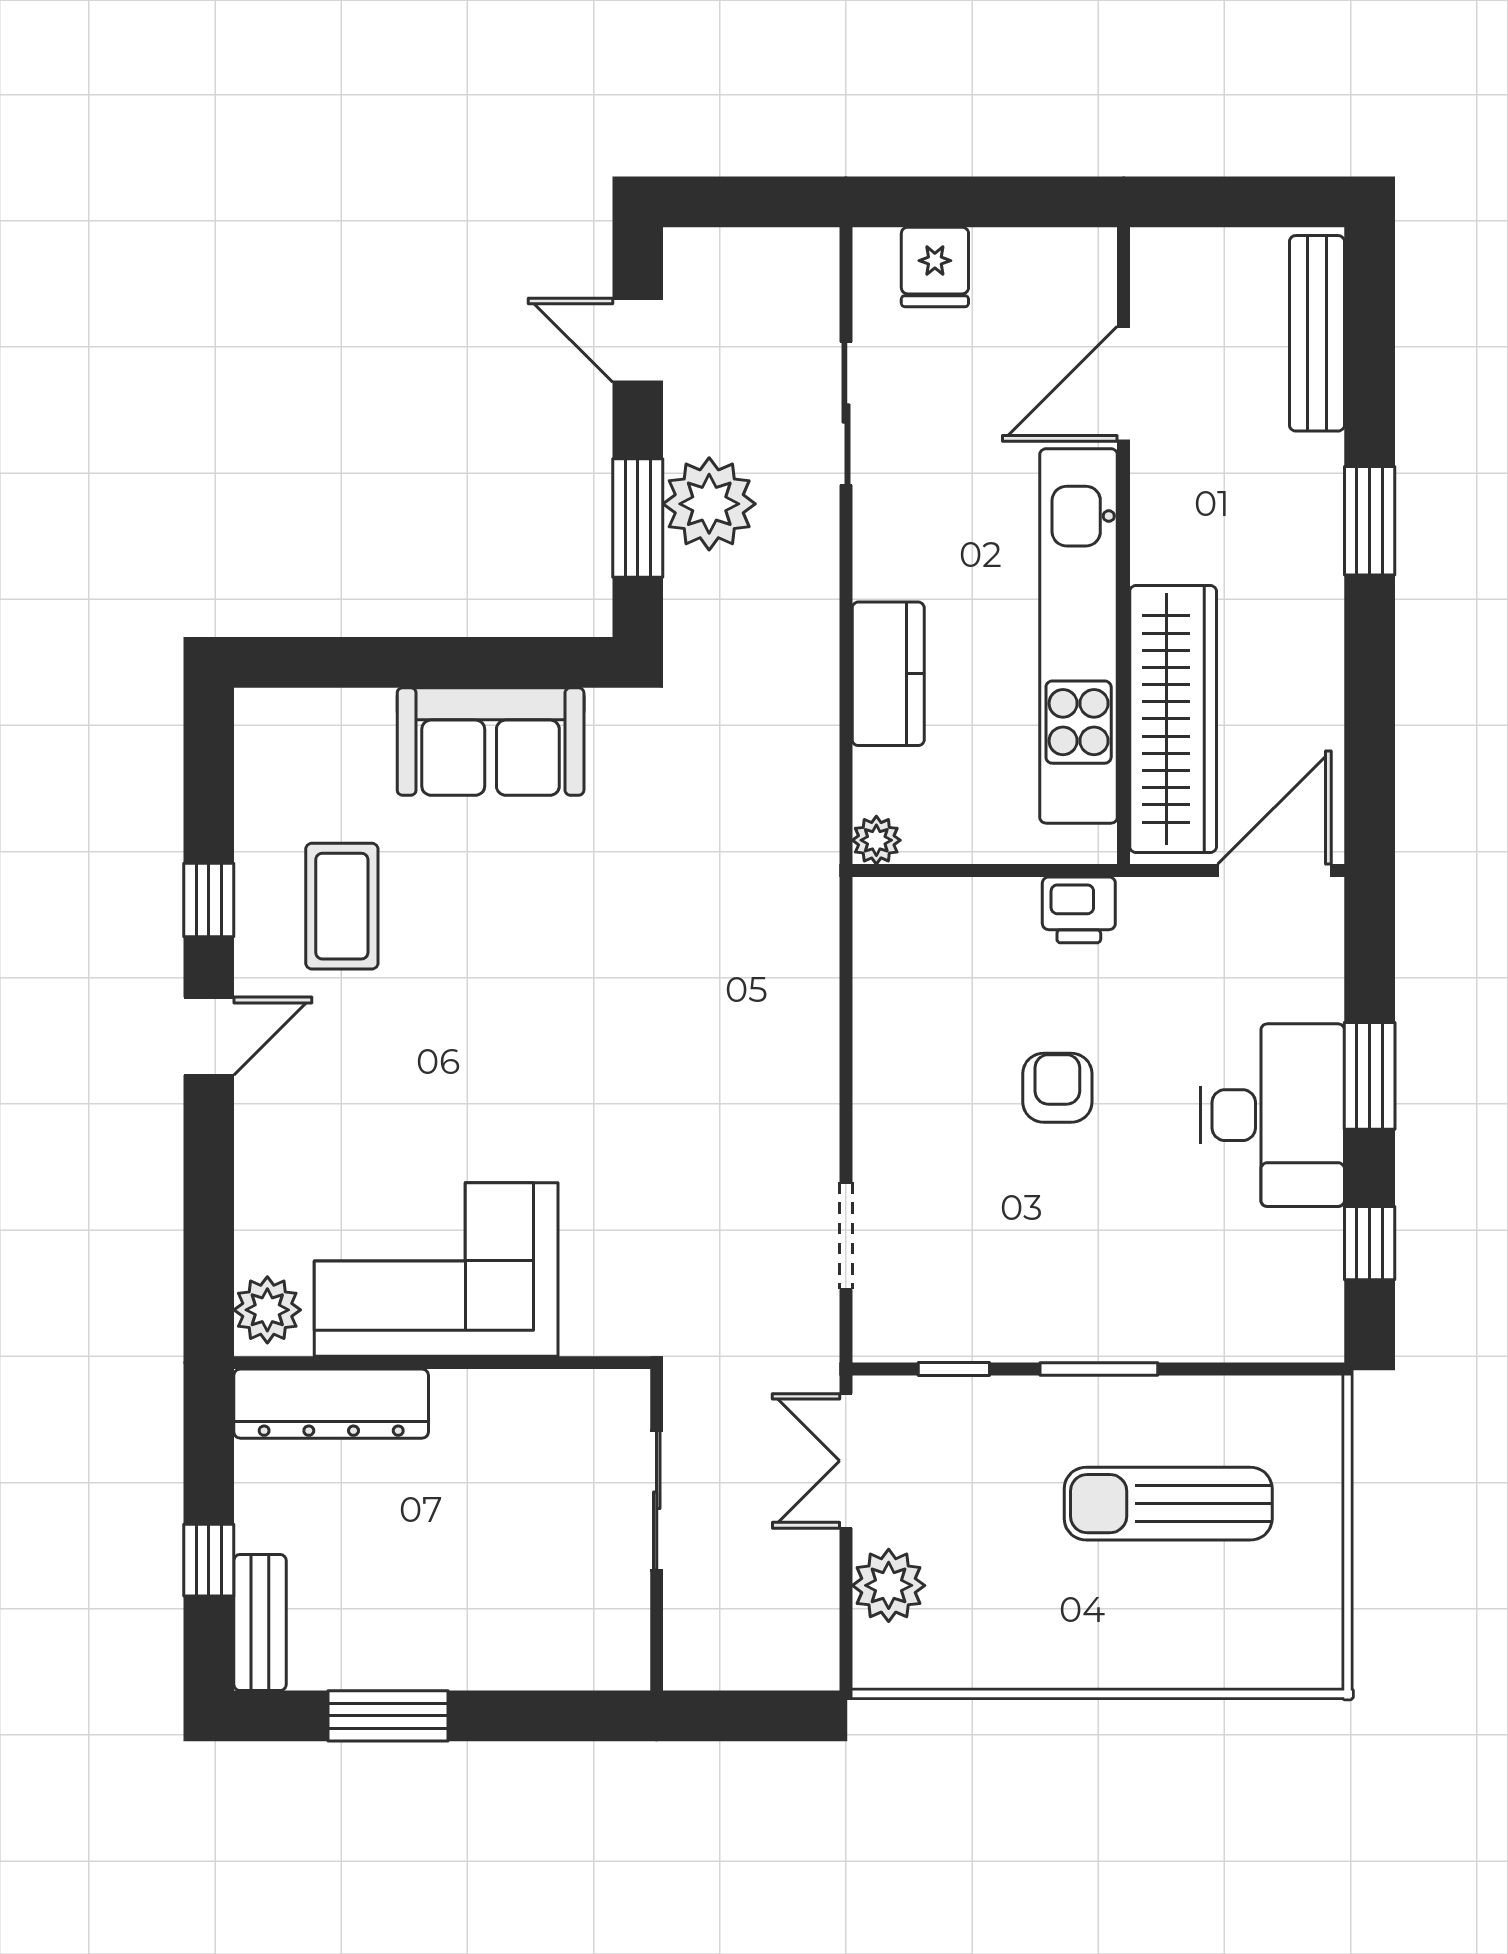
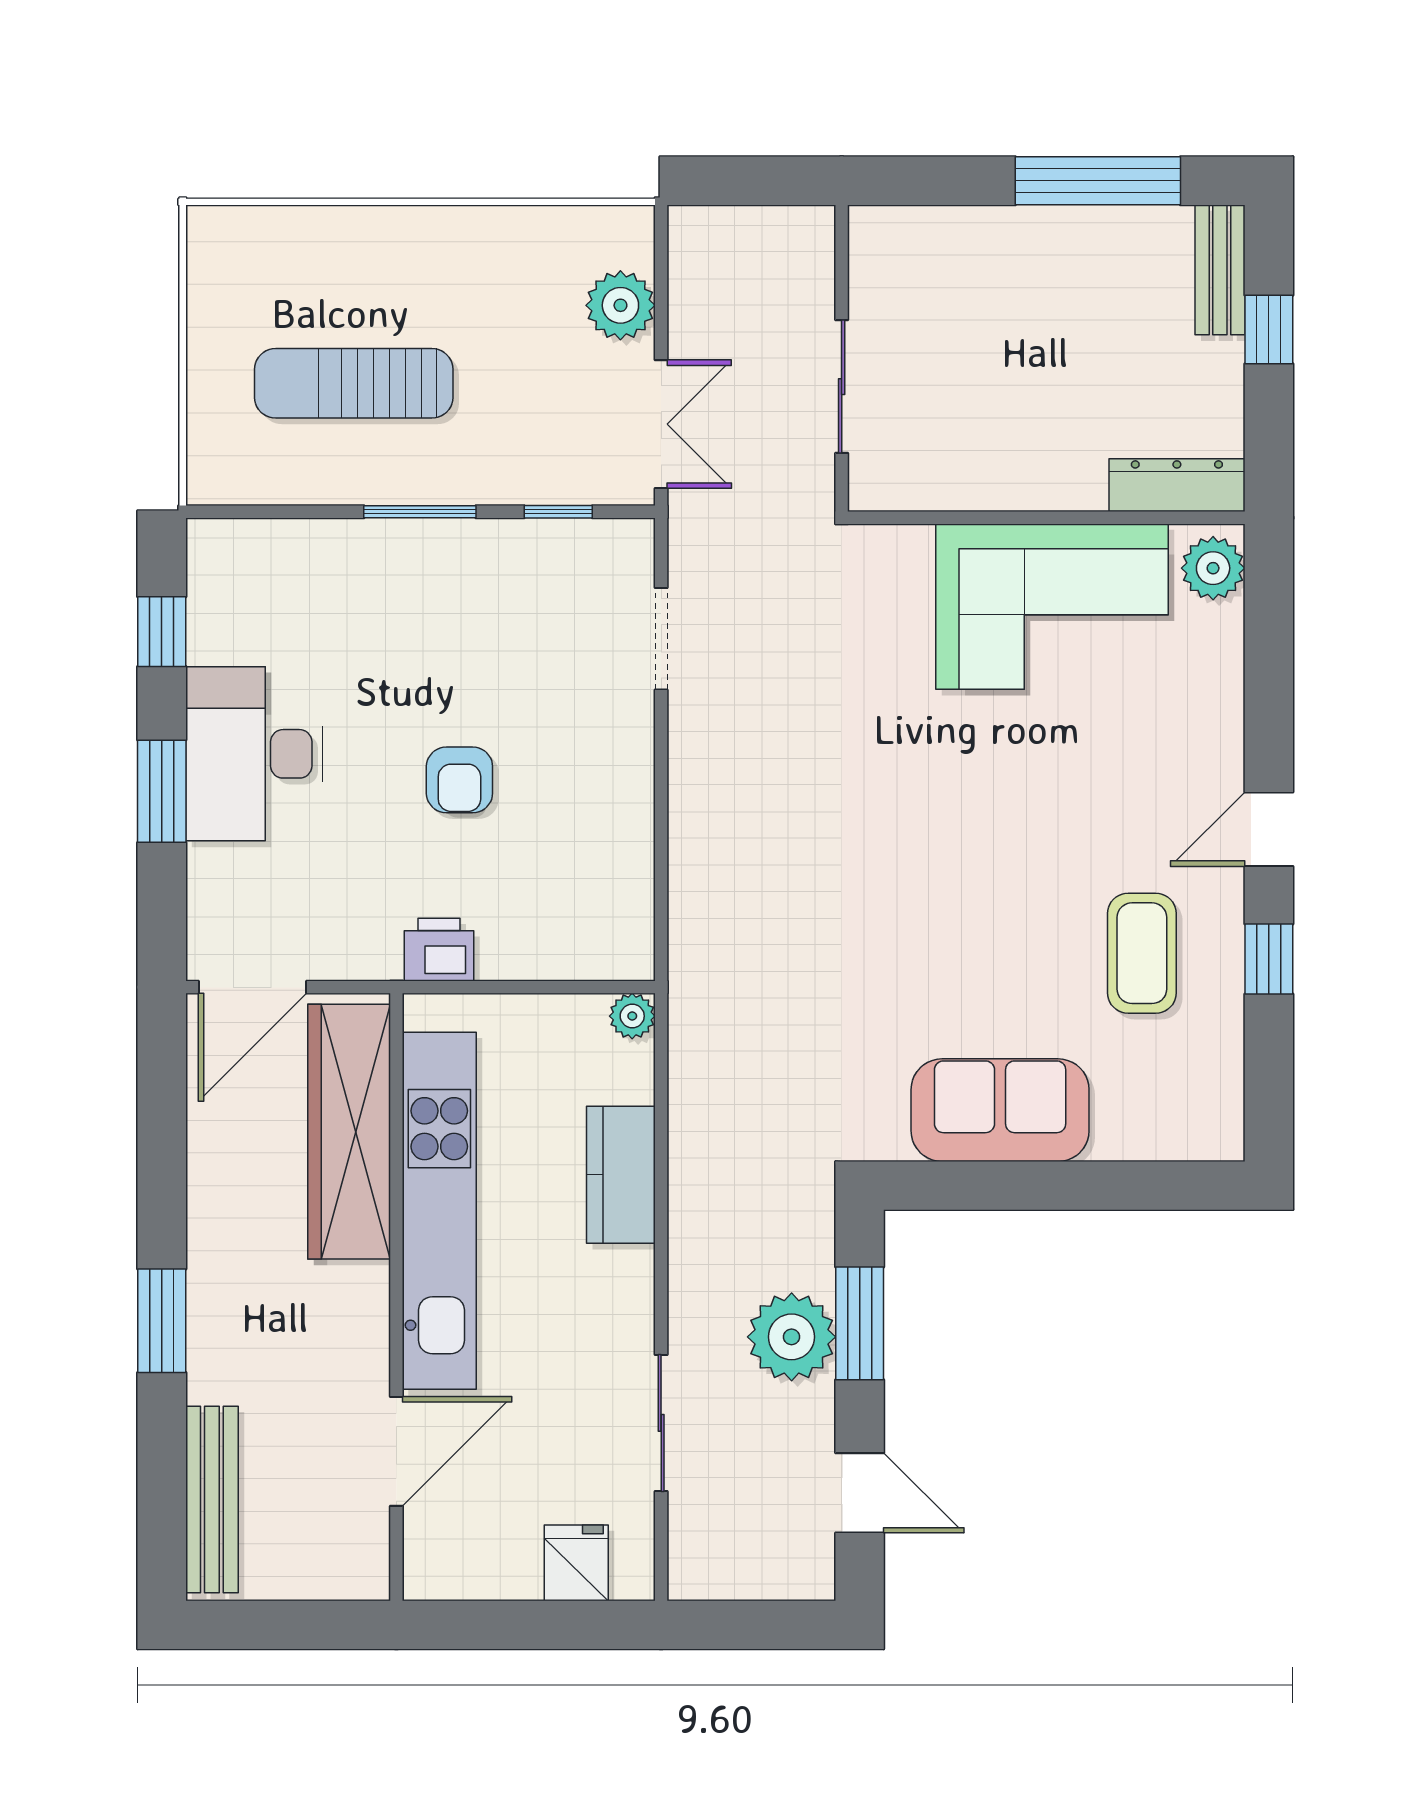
dresser: (331, 1404) -> (1177, 485), width x0.73, depth x0.80
sun lounger: (1168, 1504) -> (354, 383), turned 180
window: (388, 1716) -> (1098, 181), width x1.44

